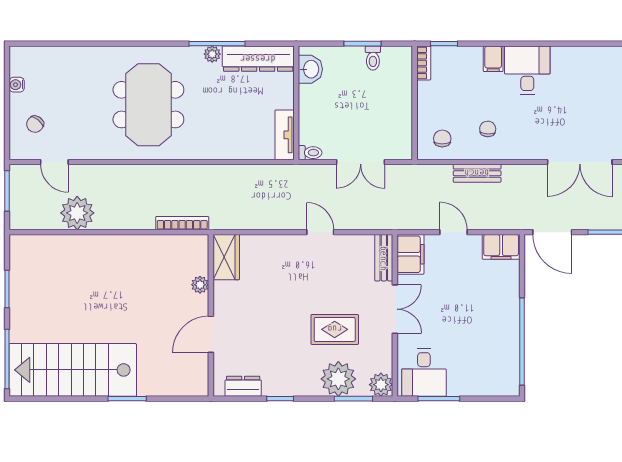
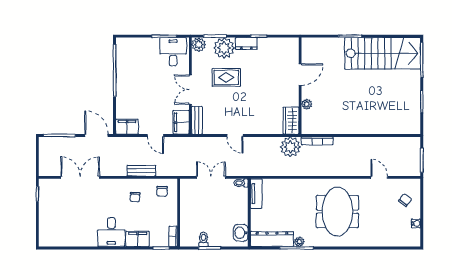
filing cabinet: (493, 59) -> (138, 239), width x2.00
door: (54, 162) -> (379, 177), moved
plant: (77, 213) -> (290, 147), moved
dresser: (243, 386) -> (246, 44), moved

